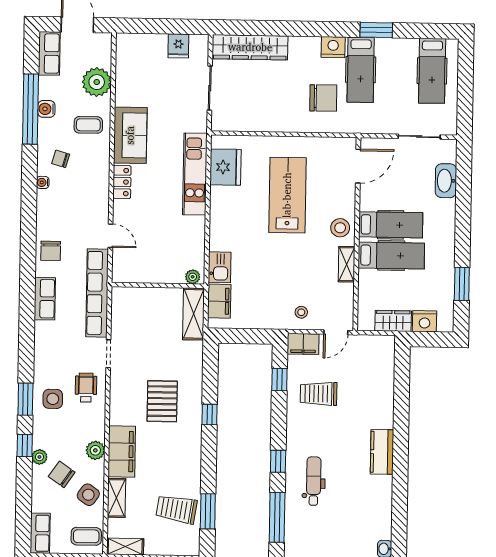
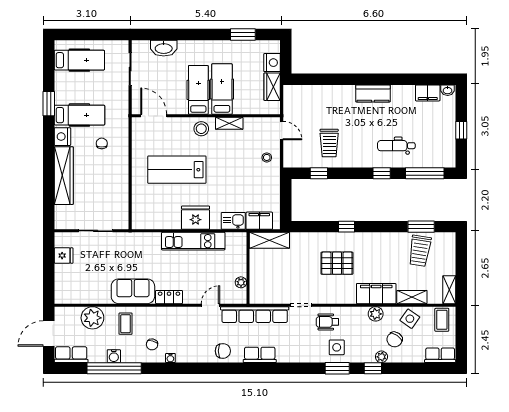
wardrobe: (250, 47) -> (64, 176), moved
chair: (323, 98) -> (102, 143), width x0.54, depth x0.54
fridge: (225, 167) -> (196, 218), moved
kitchen unit: (195, 174) -> (193, 241), moved
plant: (193, 277) -> (241, 282), moved
filing cabinet: (303, 344) -> (428, 93), moved, turned 90

